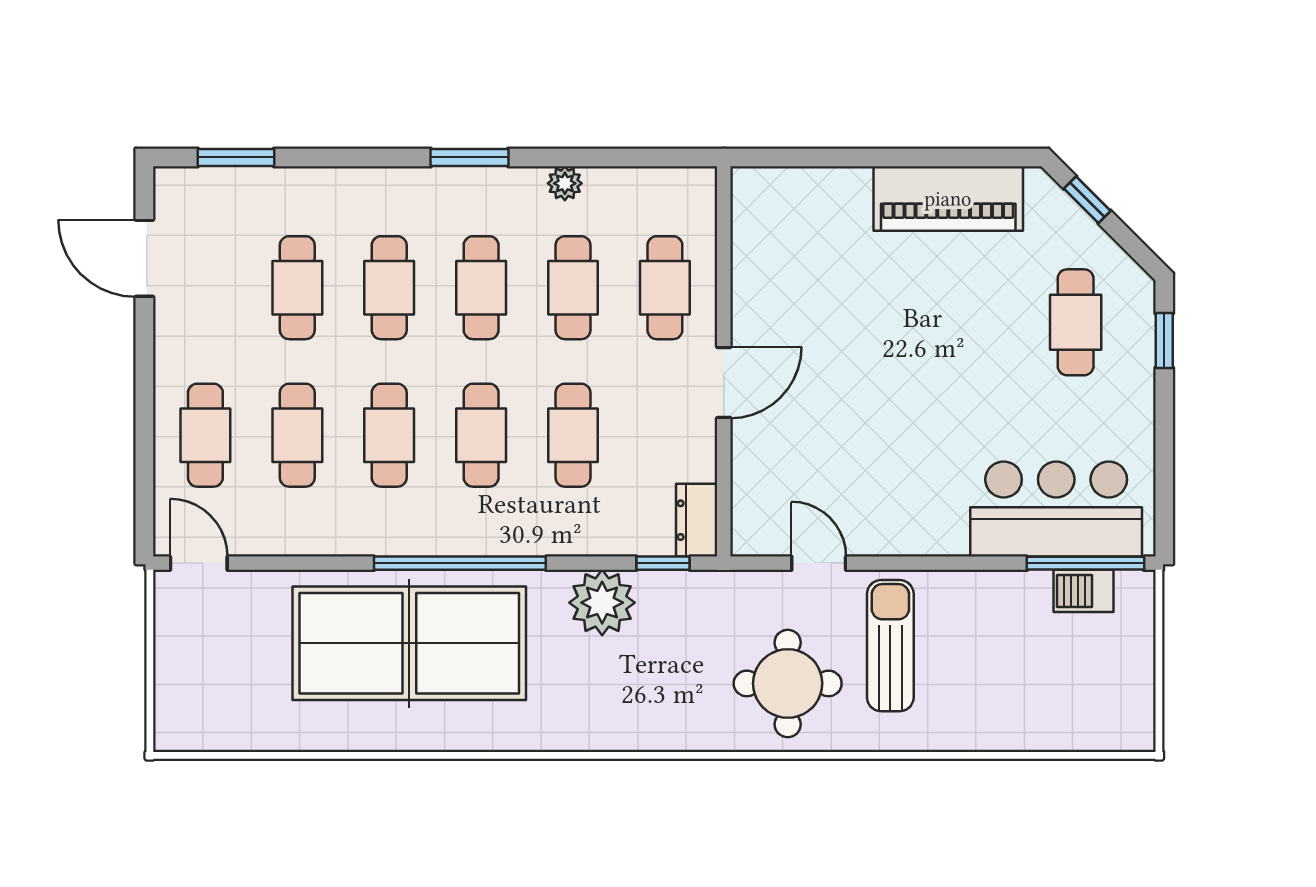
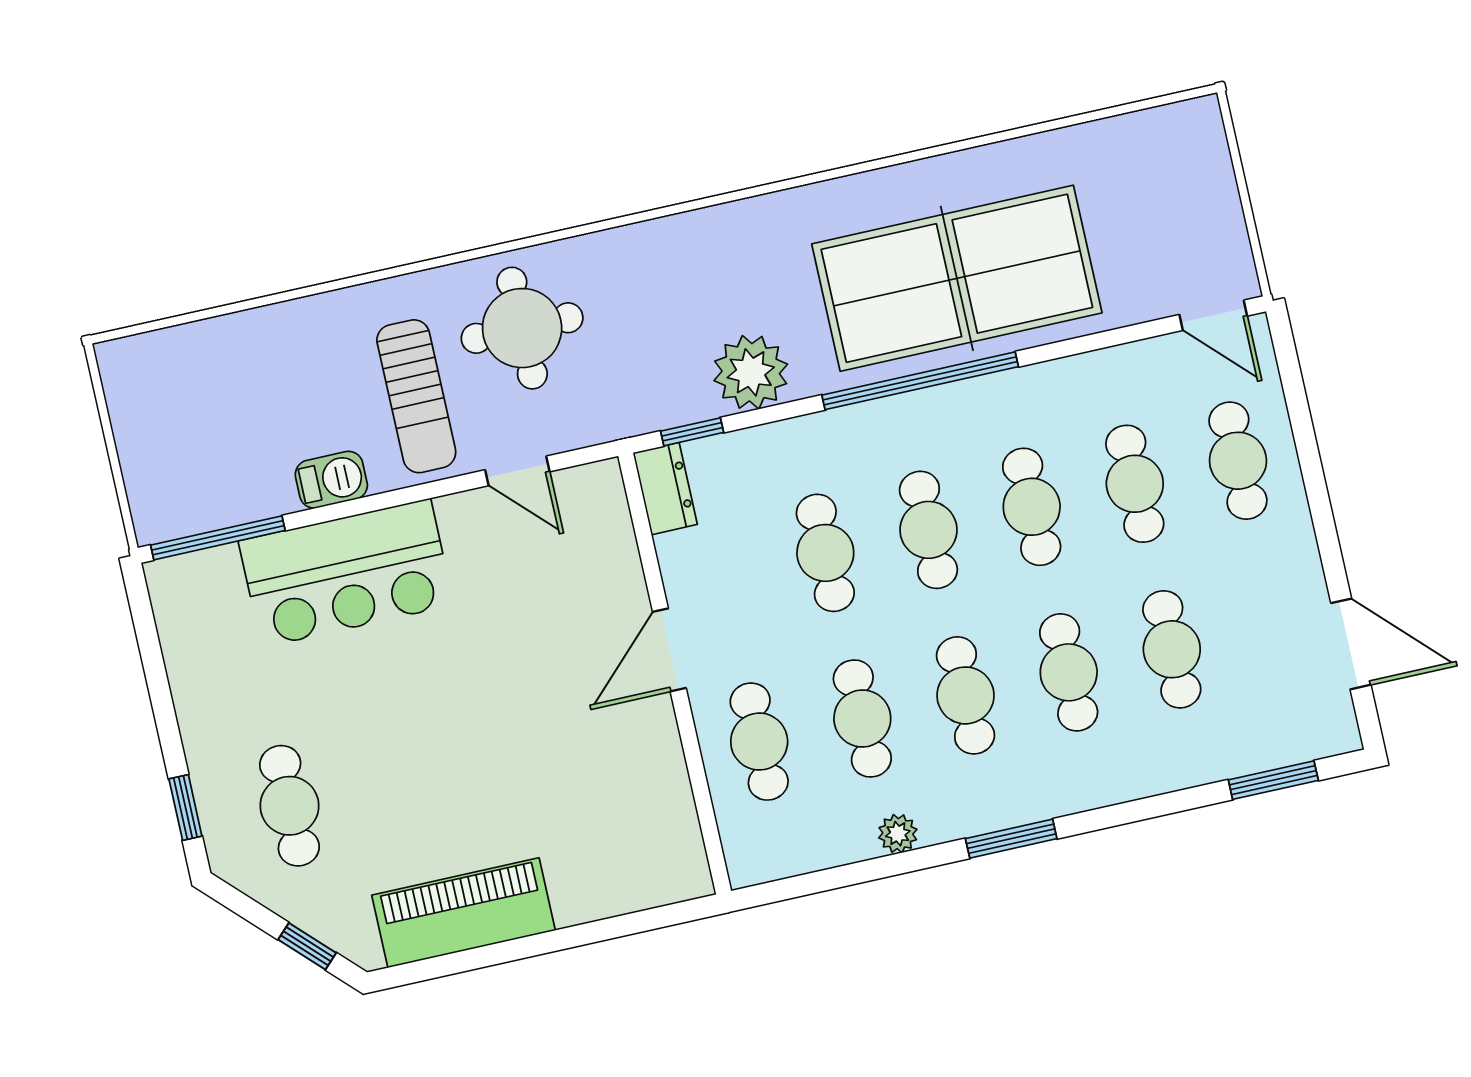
bar counter: (1056, 509) -> (346, 573), moved
barbecue: (1083, 591) -> (331, 480), moved

